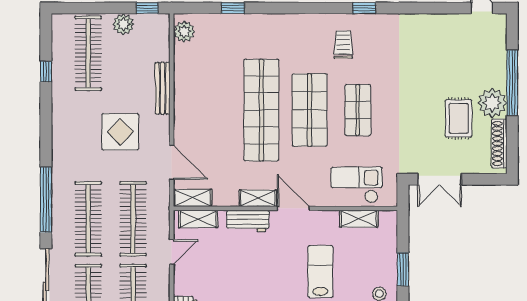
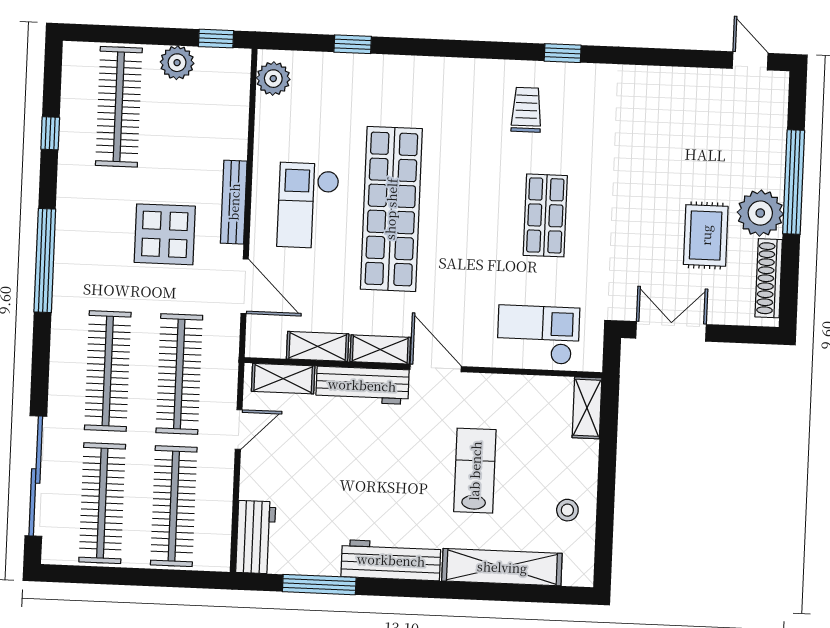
bench: (163, 88) -> (234, 202), moved
checkout: (209, 110) -> (308, 205), added
shop shelf: (310, 110) -> (468, 212), removed
double door: (439, 179) -> (671, 331), swing flipped
shelving: (193, 198) -> (318, 346), moved
window: (46, 200) -> (45, 261), moved
shelving: (359, 219) -> (587, 408), moved, turned 90
workbench: (248, 221) -> (362, 385), width x1.38
window: (403, 269) -> (607, 473), removed

